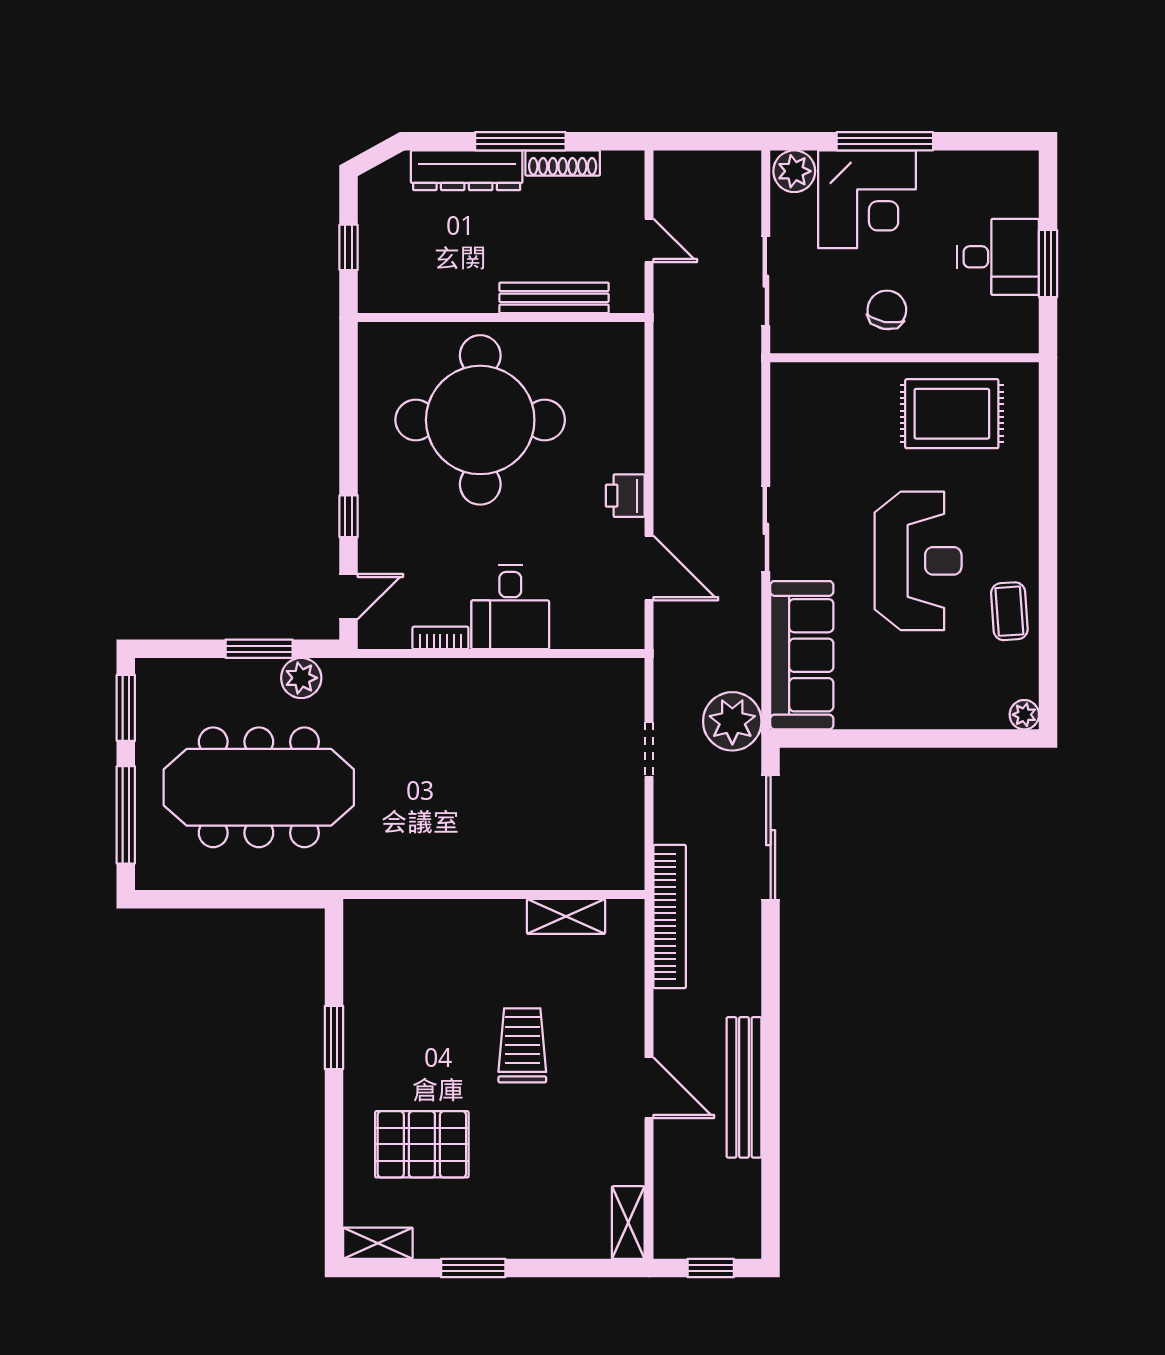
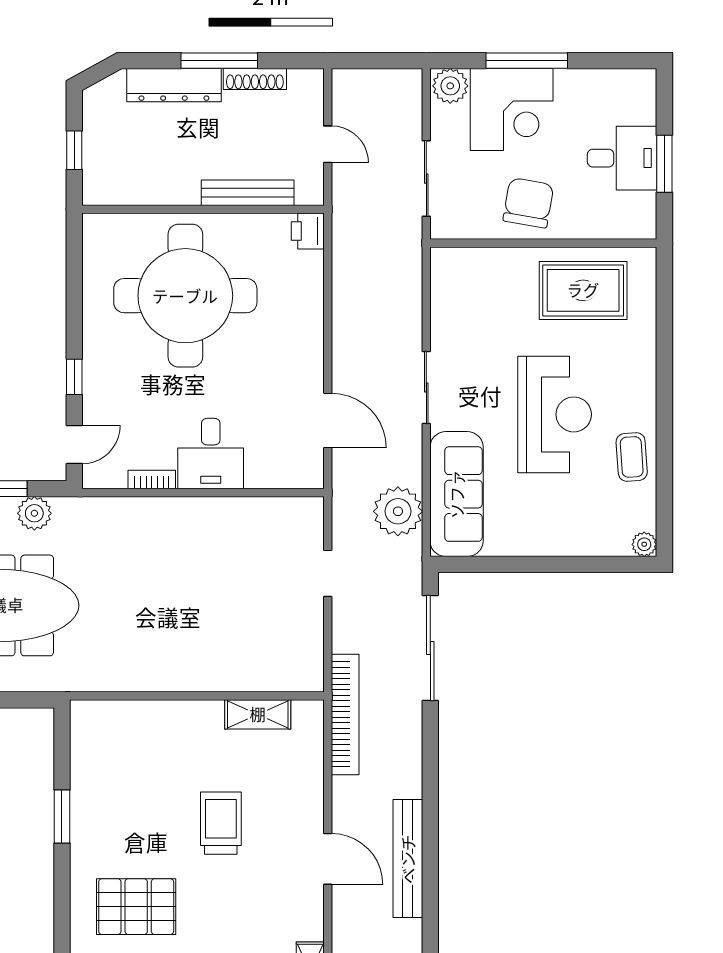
chair: (887, 310) -> (528, 203), width x1.37, depth x1.37
printer: (625, 496) -> (308, 231), moved
plant: (732, 721) -> (398, 511), moved

